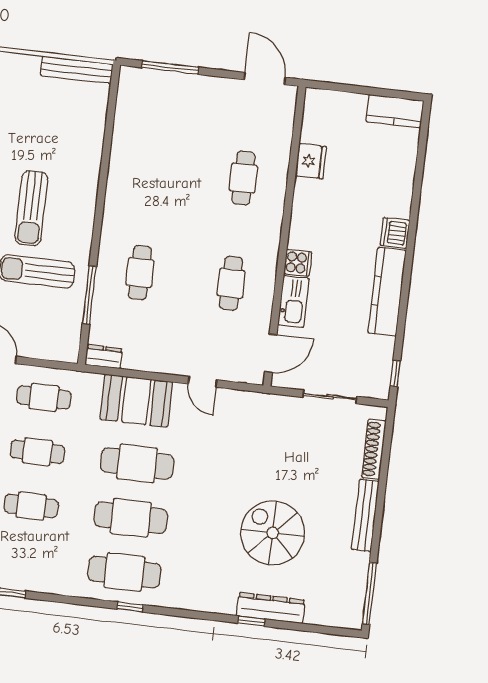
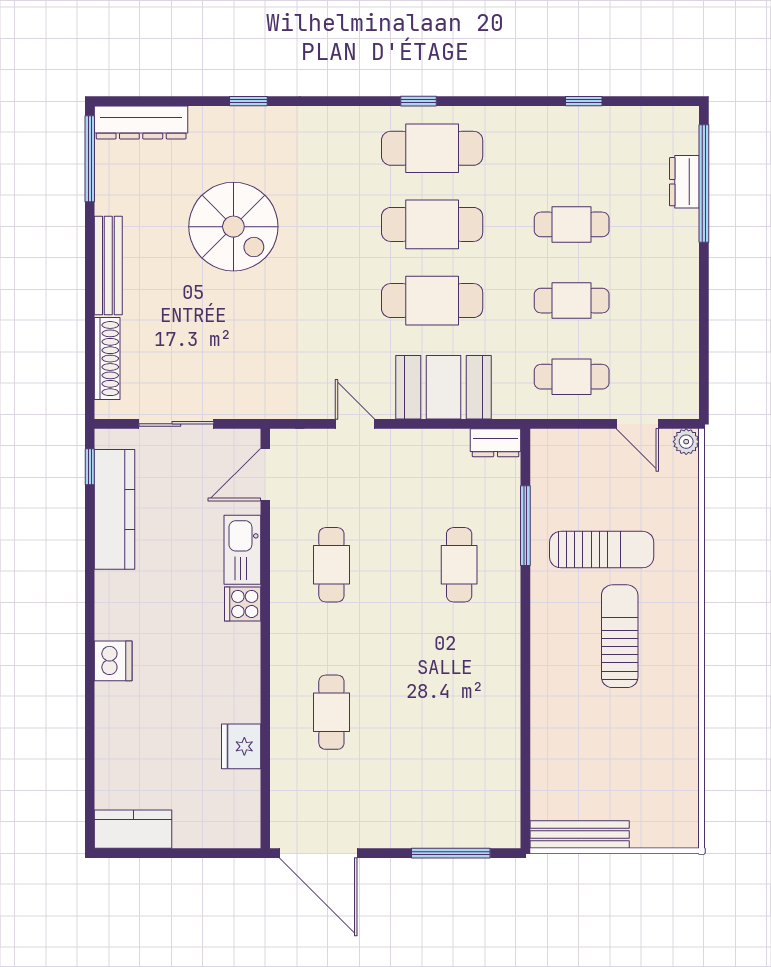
door: (265, 79) -> (318, 853), width x1.36
kitchen counter: (387, 292) -> (115, 509), moved
dresser: (271, 608) -> (141, 122), moved

